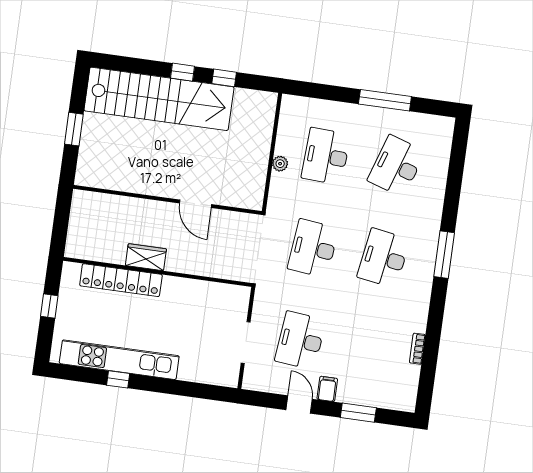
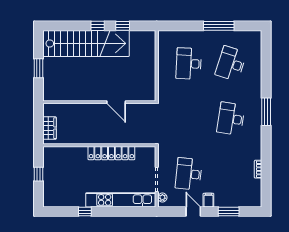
plant: (280, 164) -> (162, 197), moved
desk: (313, 248) -> (189, 119), removed
wardrobe: (146, 257) -> (49, 128), moved, turned 90
locker: (121, 280) -> (111, 153), moved
kitchen unit: (119, 360) -> (121, 200), moved

